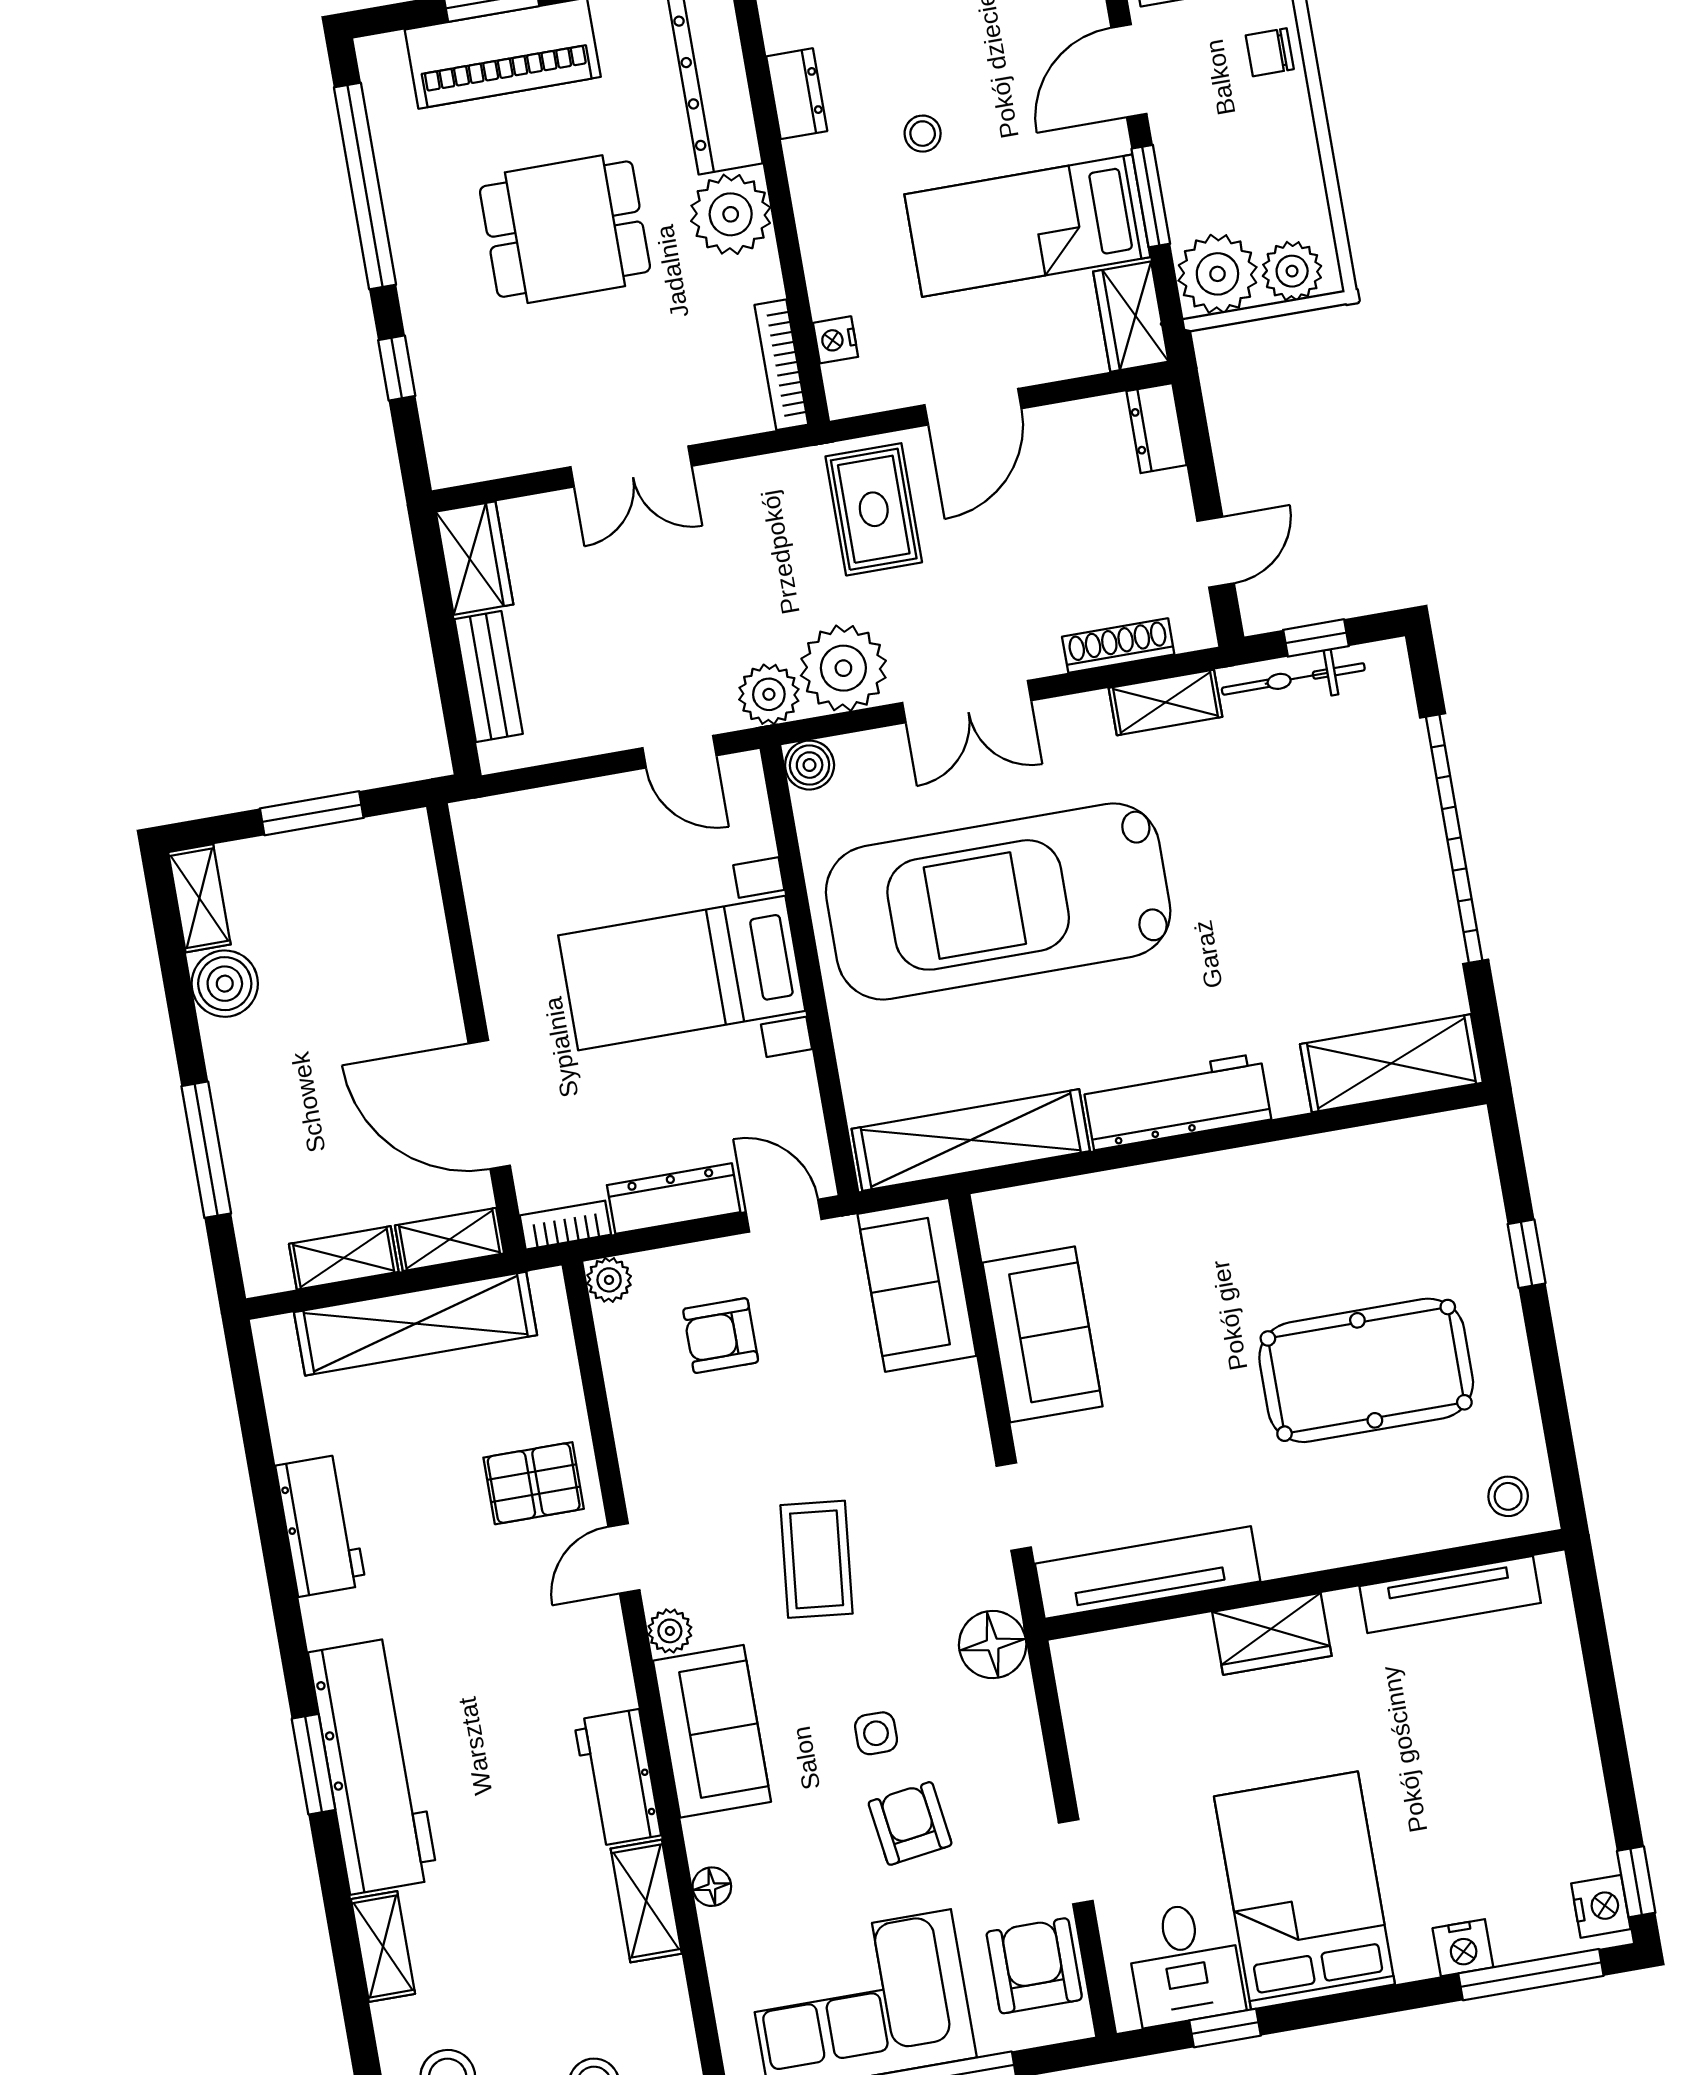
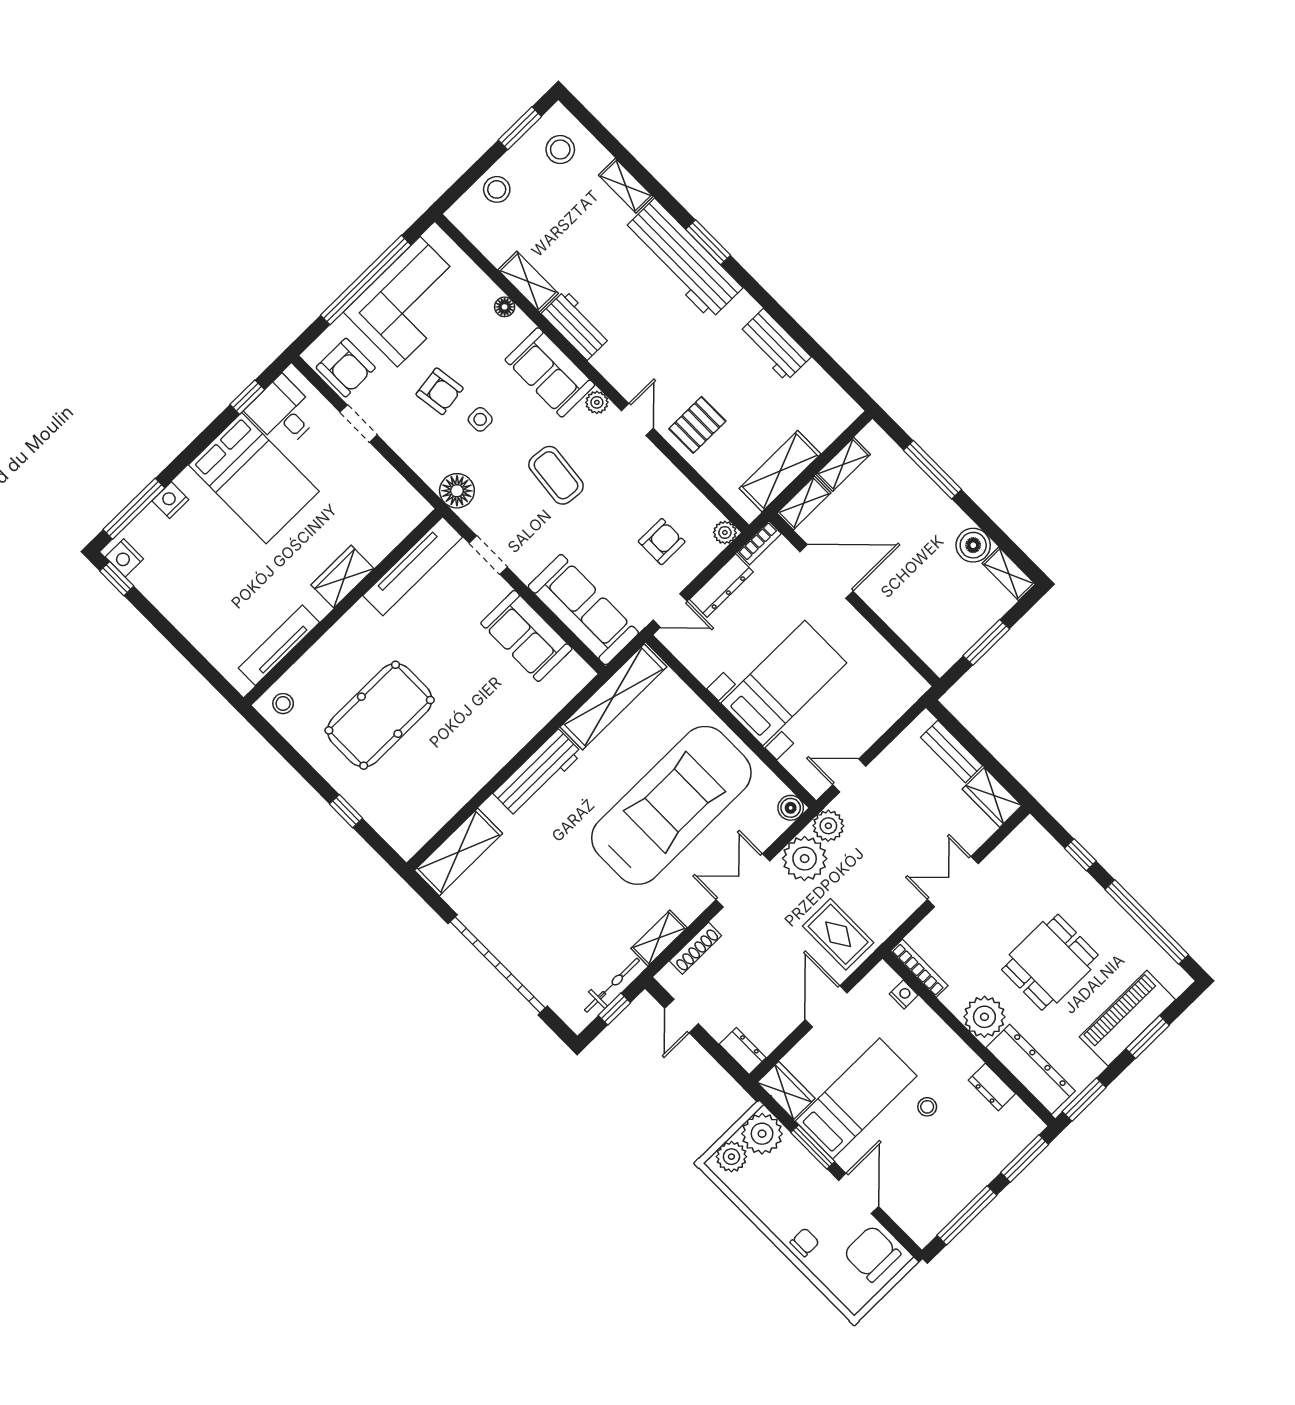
sofa: (917, 1285) -> (583, 610), width x1.36
shelving: (416, 1324) -> (780, 471), width x0.68

